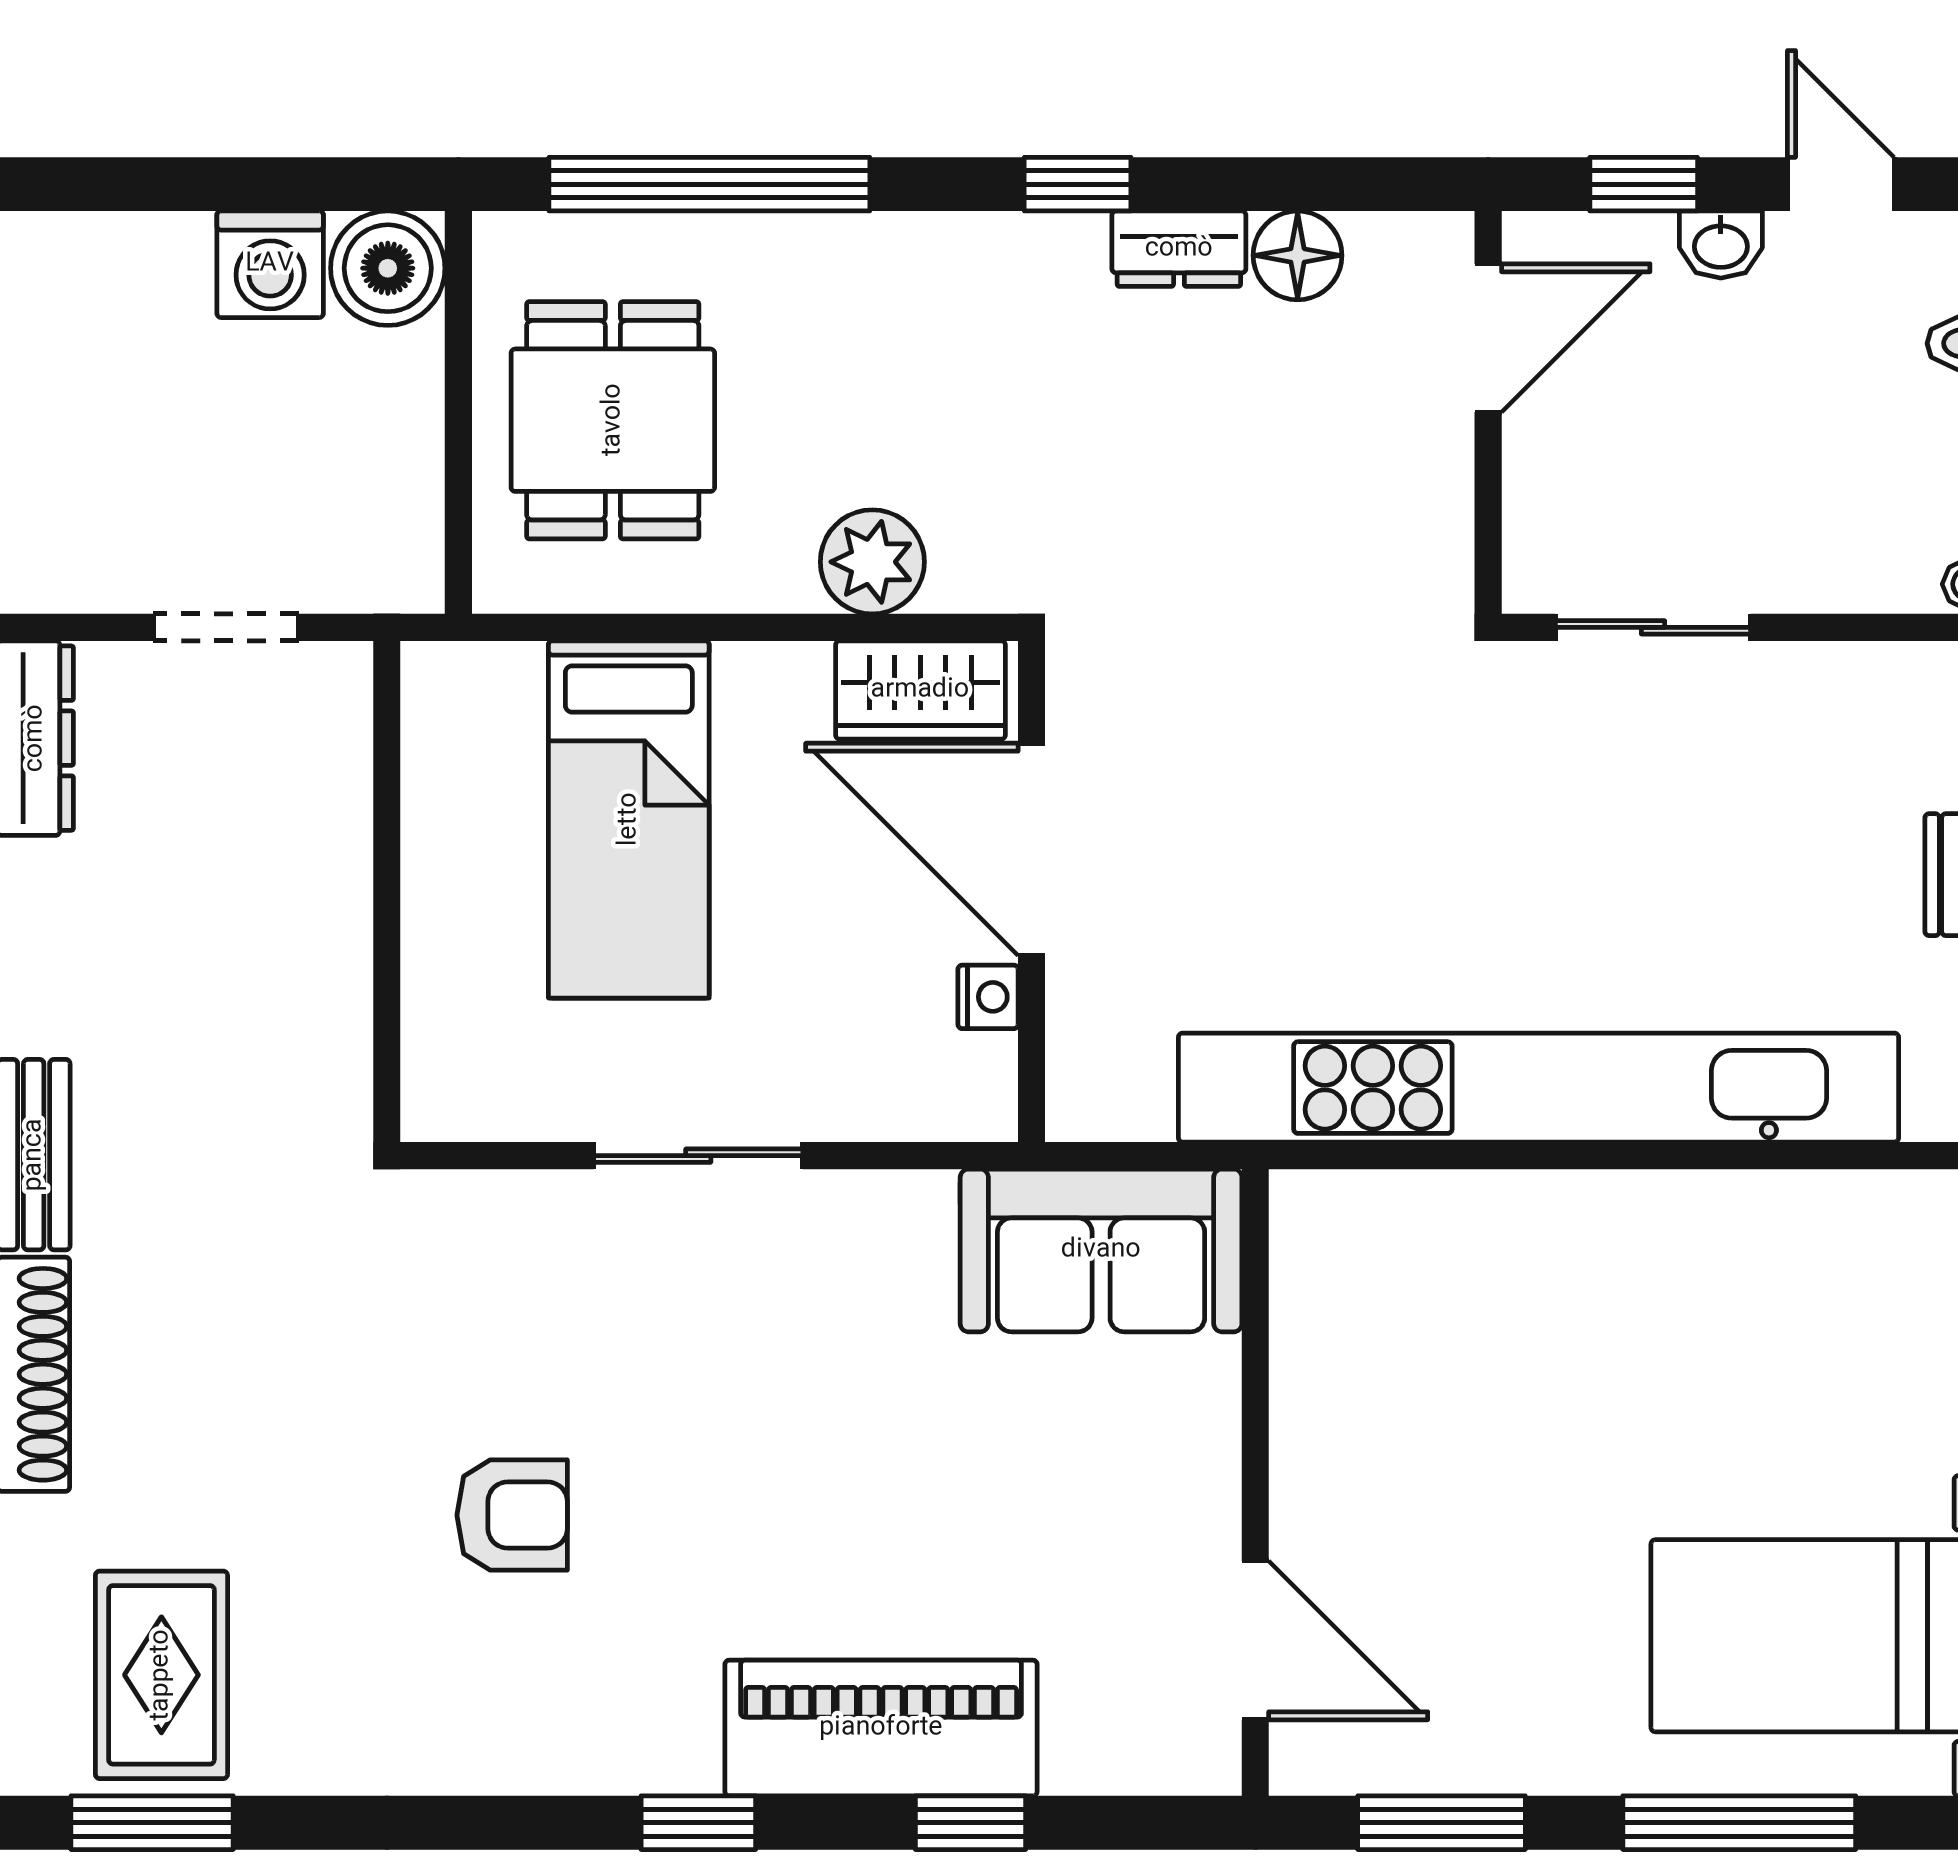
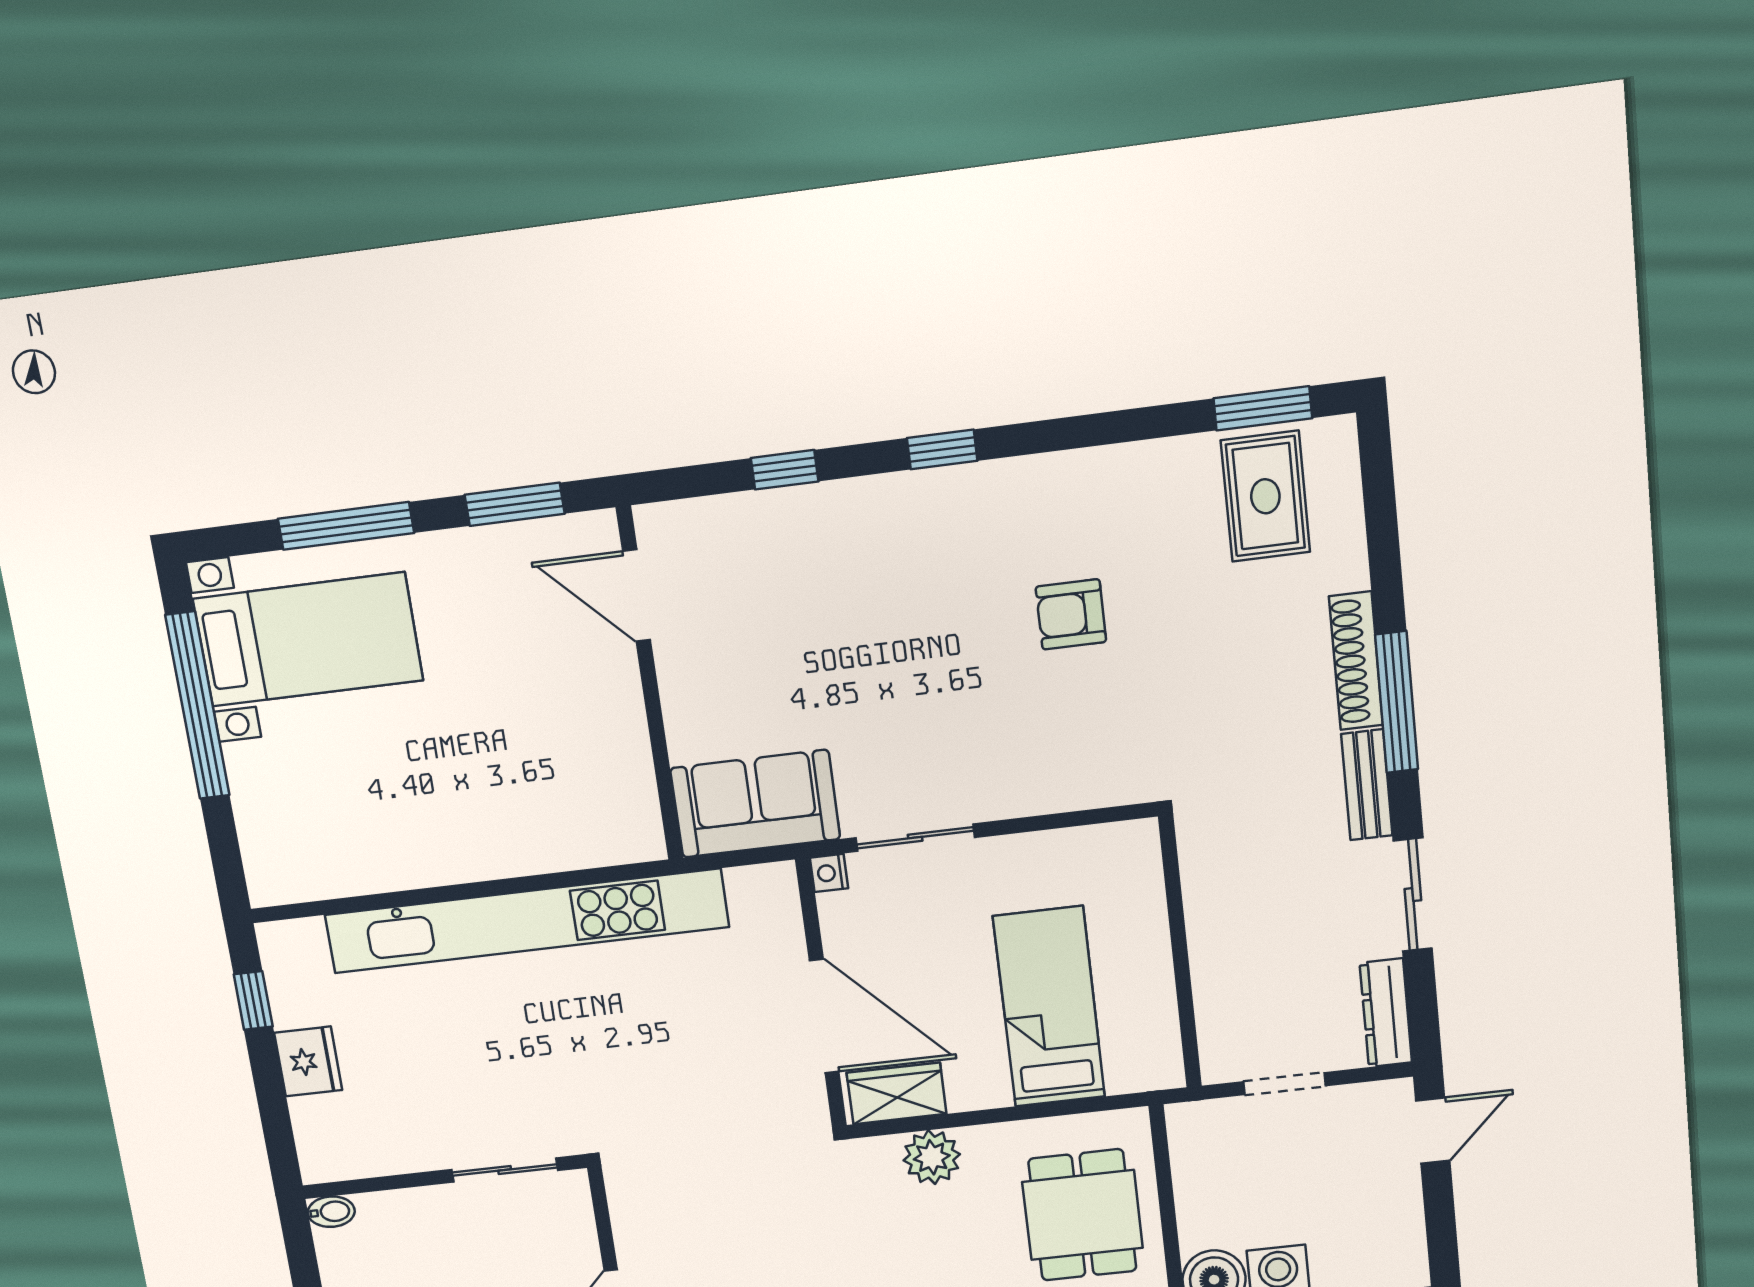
nightstand: (988, 997) -> (829, 873), moved
sliding door: (698, 1156) -> (915, 838), moved
piano: (881, 1728) -> (843, 518), removed

